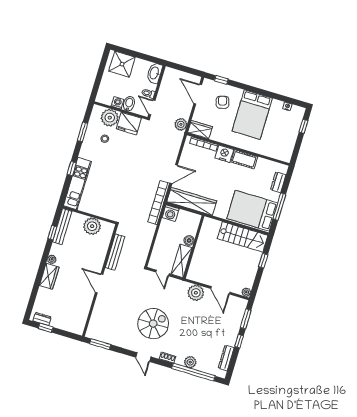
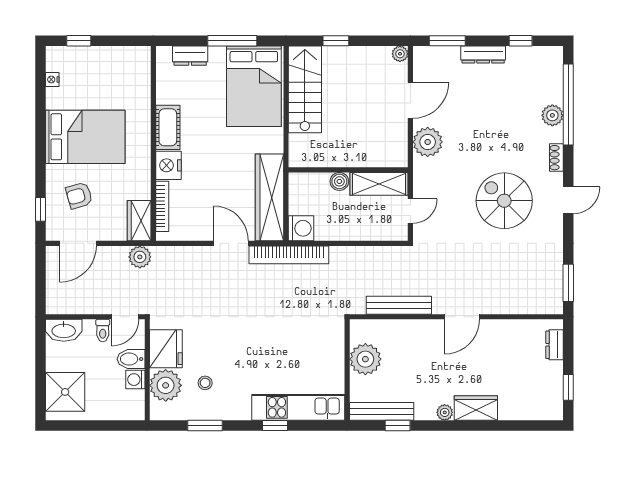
dresser: (42, 319) -> (555, 345), moved
window: (239, 341) -> (521, 41), moved
dresser: (226, 358) -> (483, 54), moved

